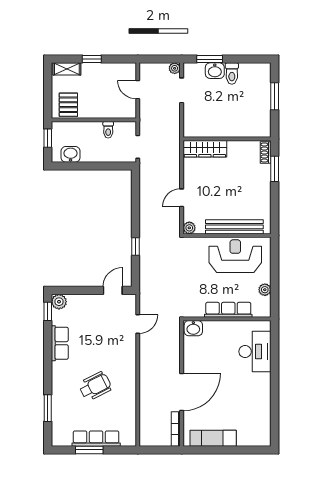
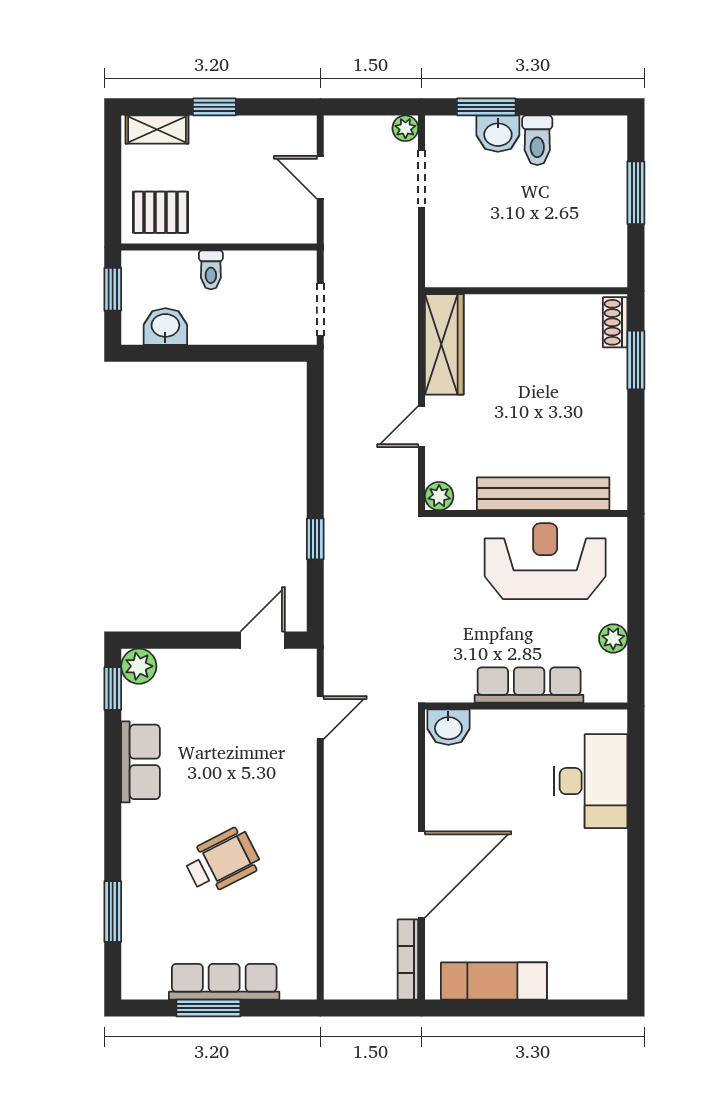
pallet: (68, 105) -> (160, 212), turned 90
toilet: (108, 130) -> (211, 270), moved
wardrobe: (205, 149) -> (444, 344), moved, turned -90

